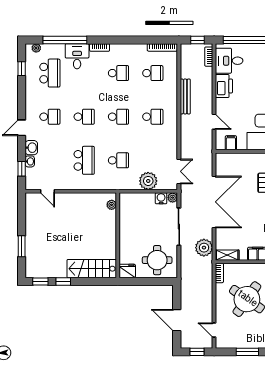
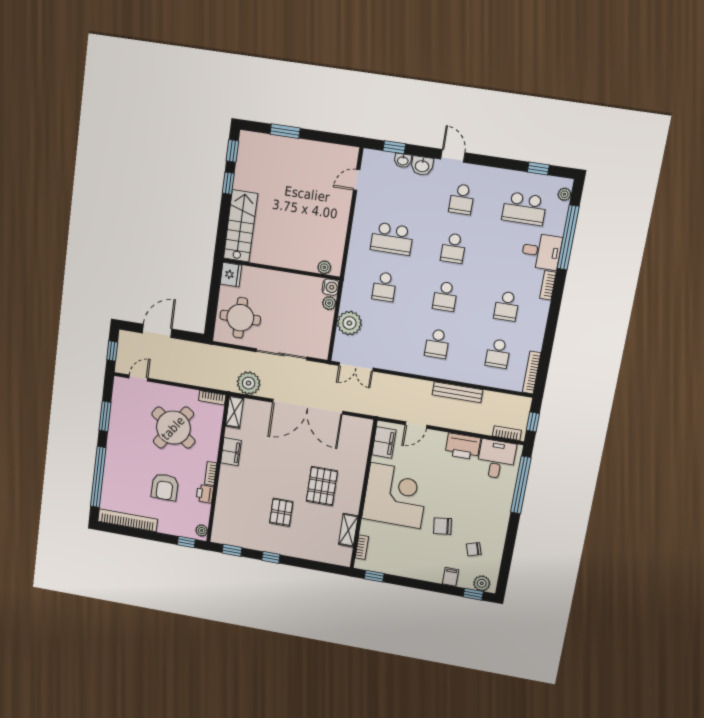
filing cabinet: (231, 143) -> (384, 442), width x2.00
water cooler: (161, 198) -> (330, 287), moved
plant: (173, 198) -> (329, 303), moved

